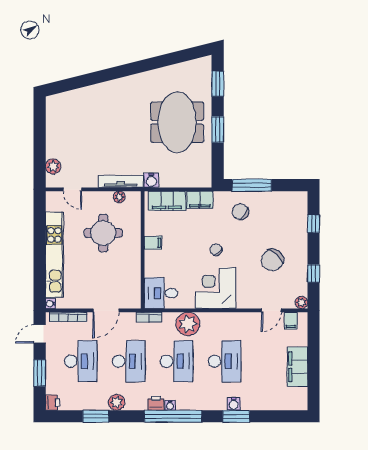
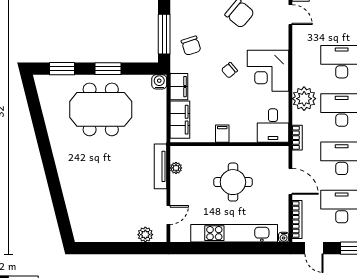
water cooler: (151, 180) -> (159, 82), moved, turned -90
chair: (240, 212) -> (191, 46), turned -52
round table: (103, 233) -> (233, 182), moved

